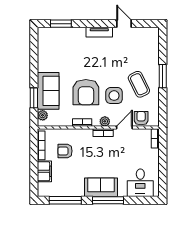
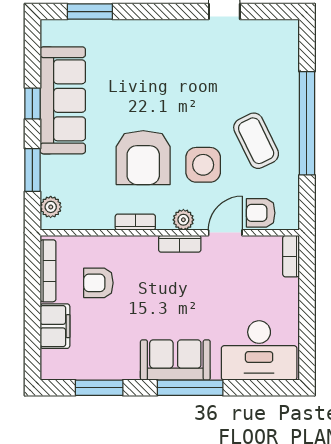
tv unit: (99, 32) -> (171, 30), removed
window: (34, 67) -> (32, 104), added
window: (163, 76) -> (307, 123), width x2.11
sofa: (48, 91) -> (63, 100), moved, width x1.36
armchair: (141, 118) -> (261, 213), turned -90
desk: (140, 183) -> (259, 350), width x1.37
window: (65, 200) -> (99, 388), width x0.69

